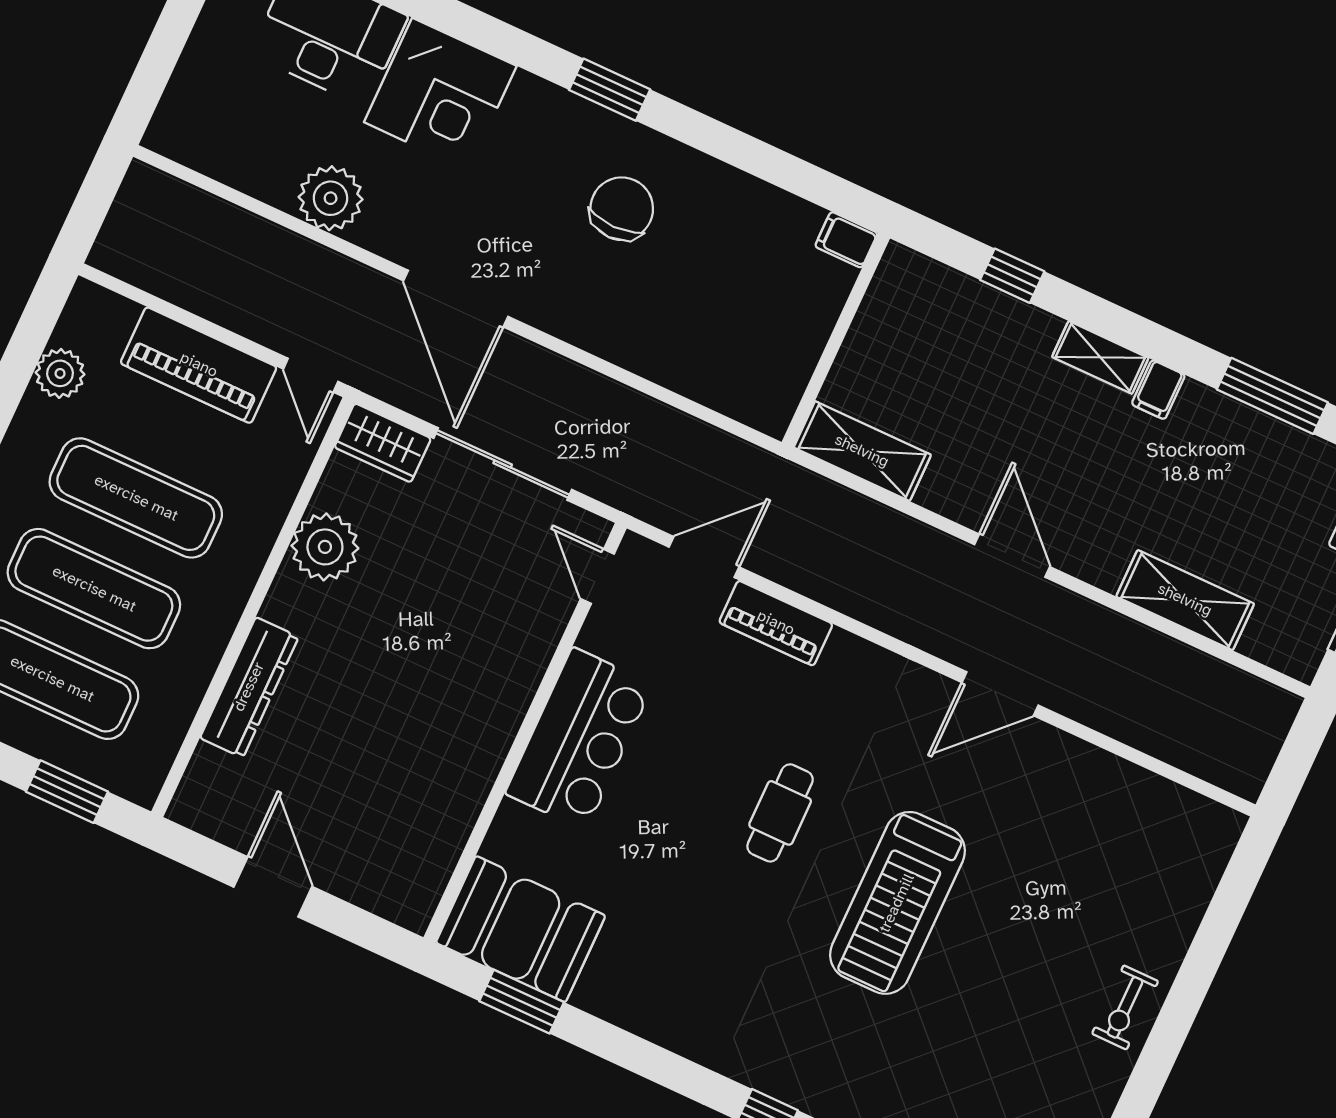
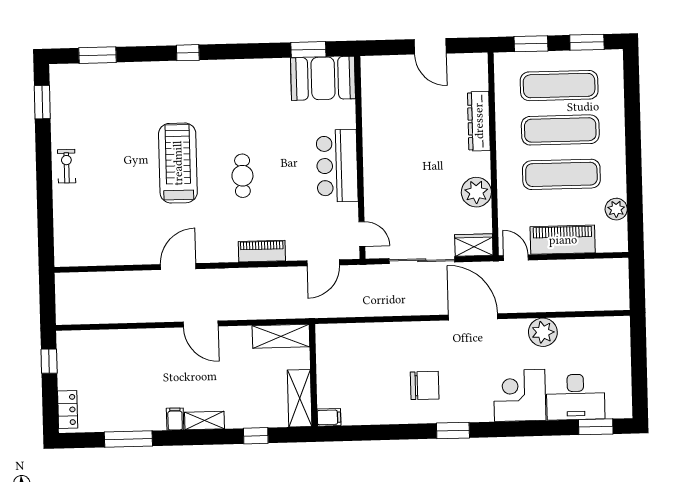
chair: (622, 209) -> (425, 385), turned -90
shelving: (1185, 600) -> (300, 398), moved, turned 90
piano: (776, 623) -> (262, 251), moved

